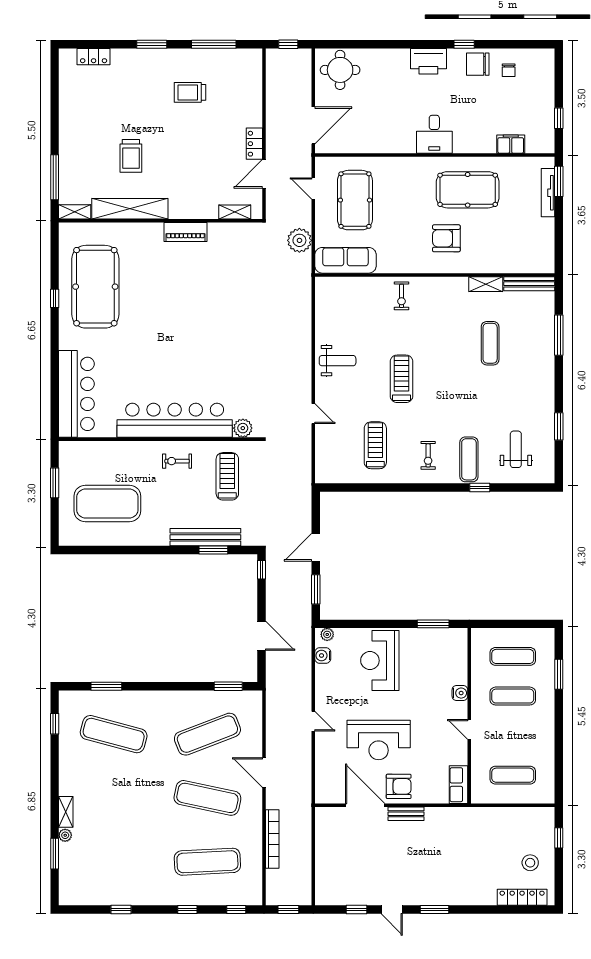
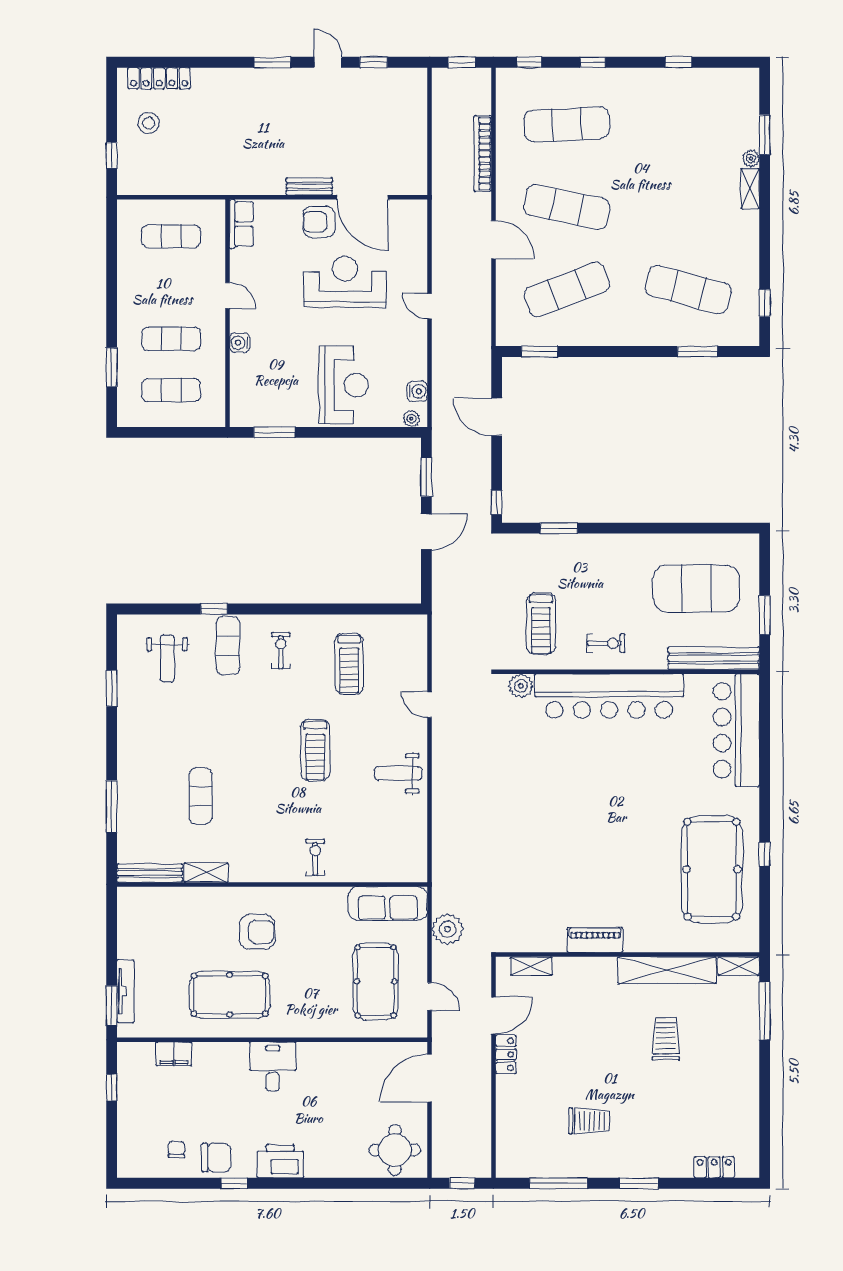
bench: (205, 537) -> (714, 658), moved

